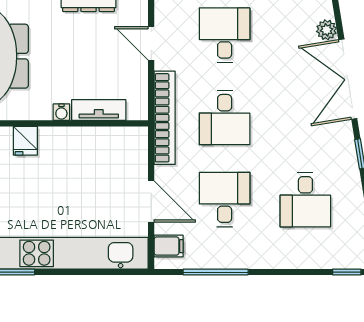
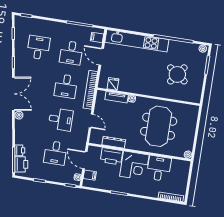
desk: (225, 35) -> (61, 120), turned -90
desk: (225, 117) -> (66, 86), turned 180
fridge: (25, 141) -> (113, 84), moved

